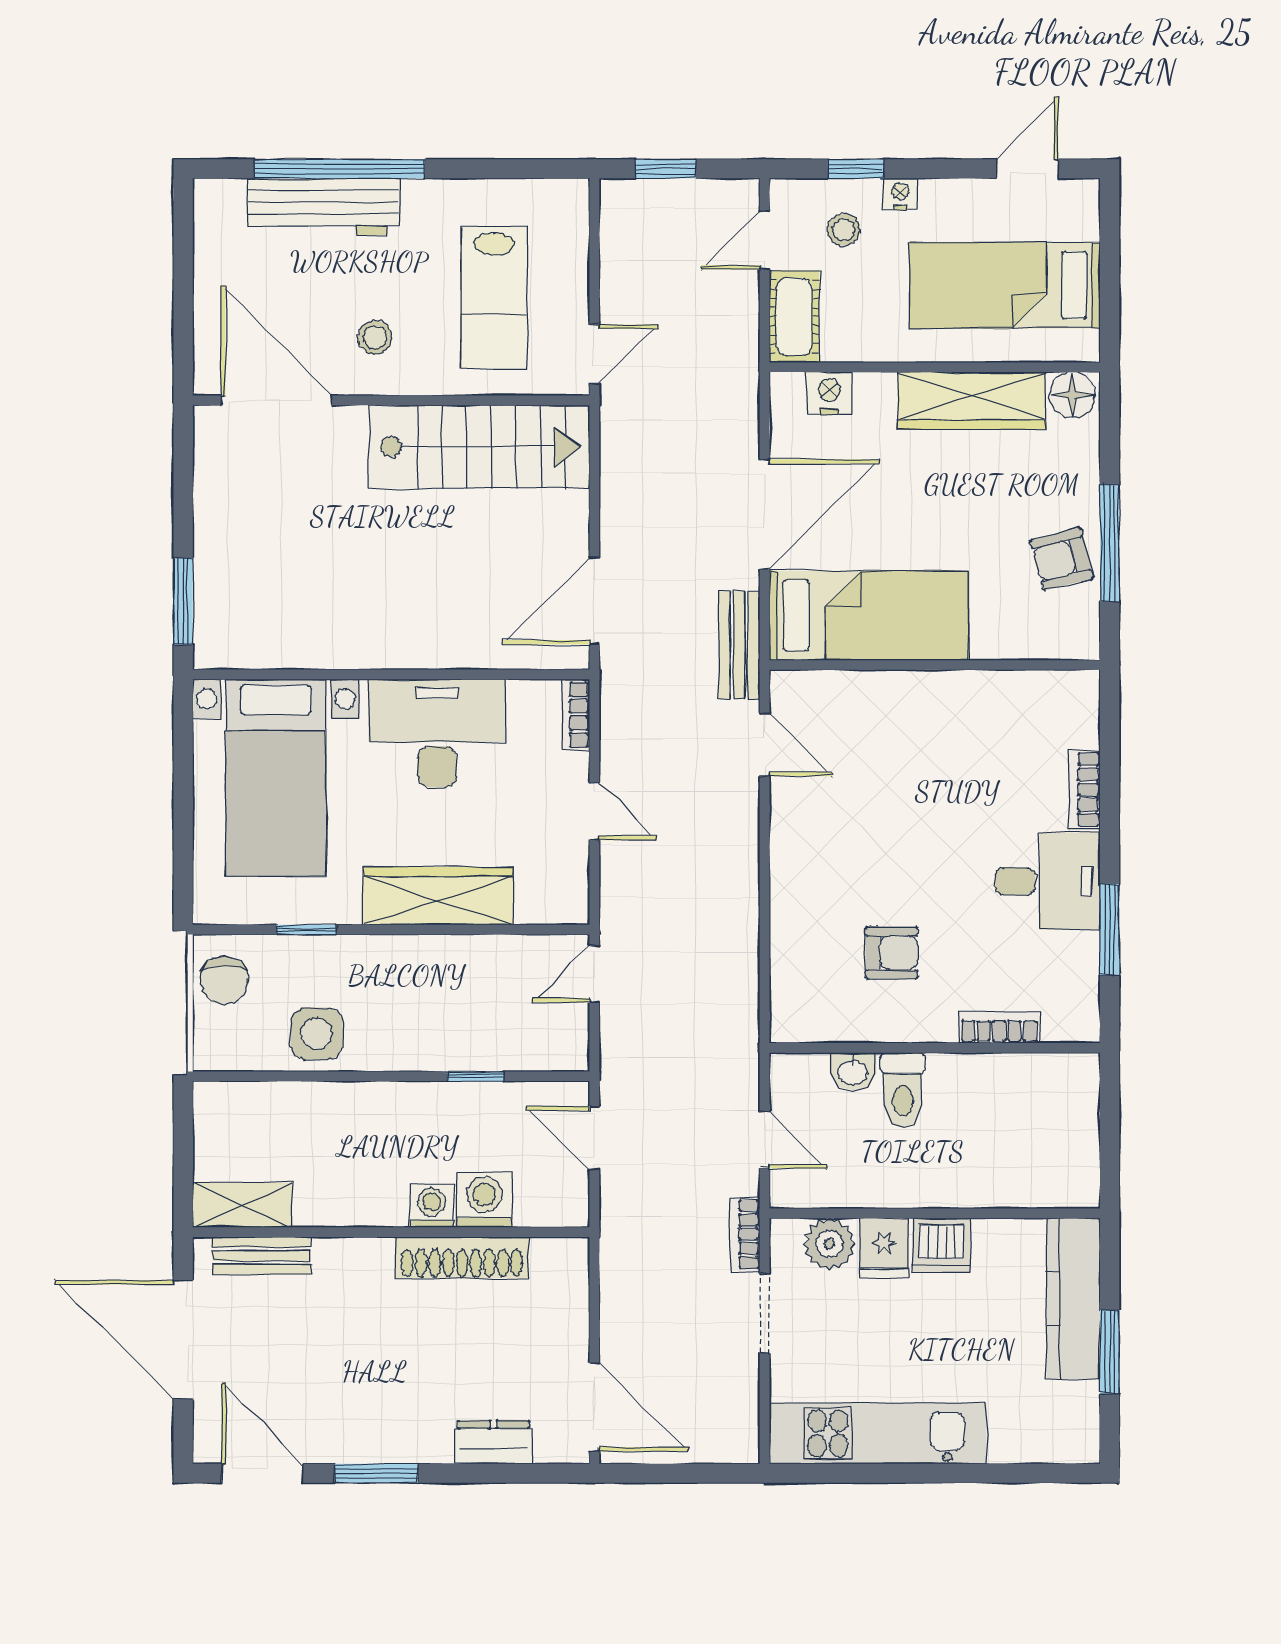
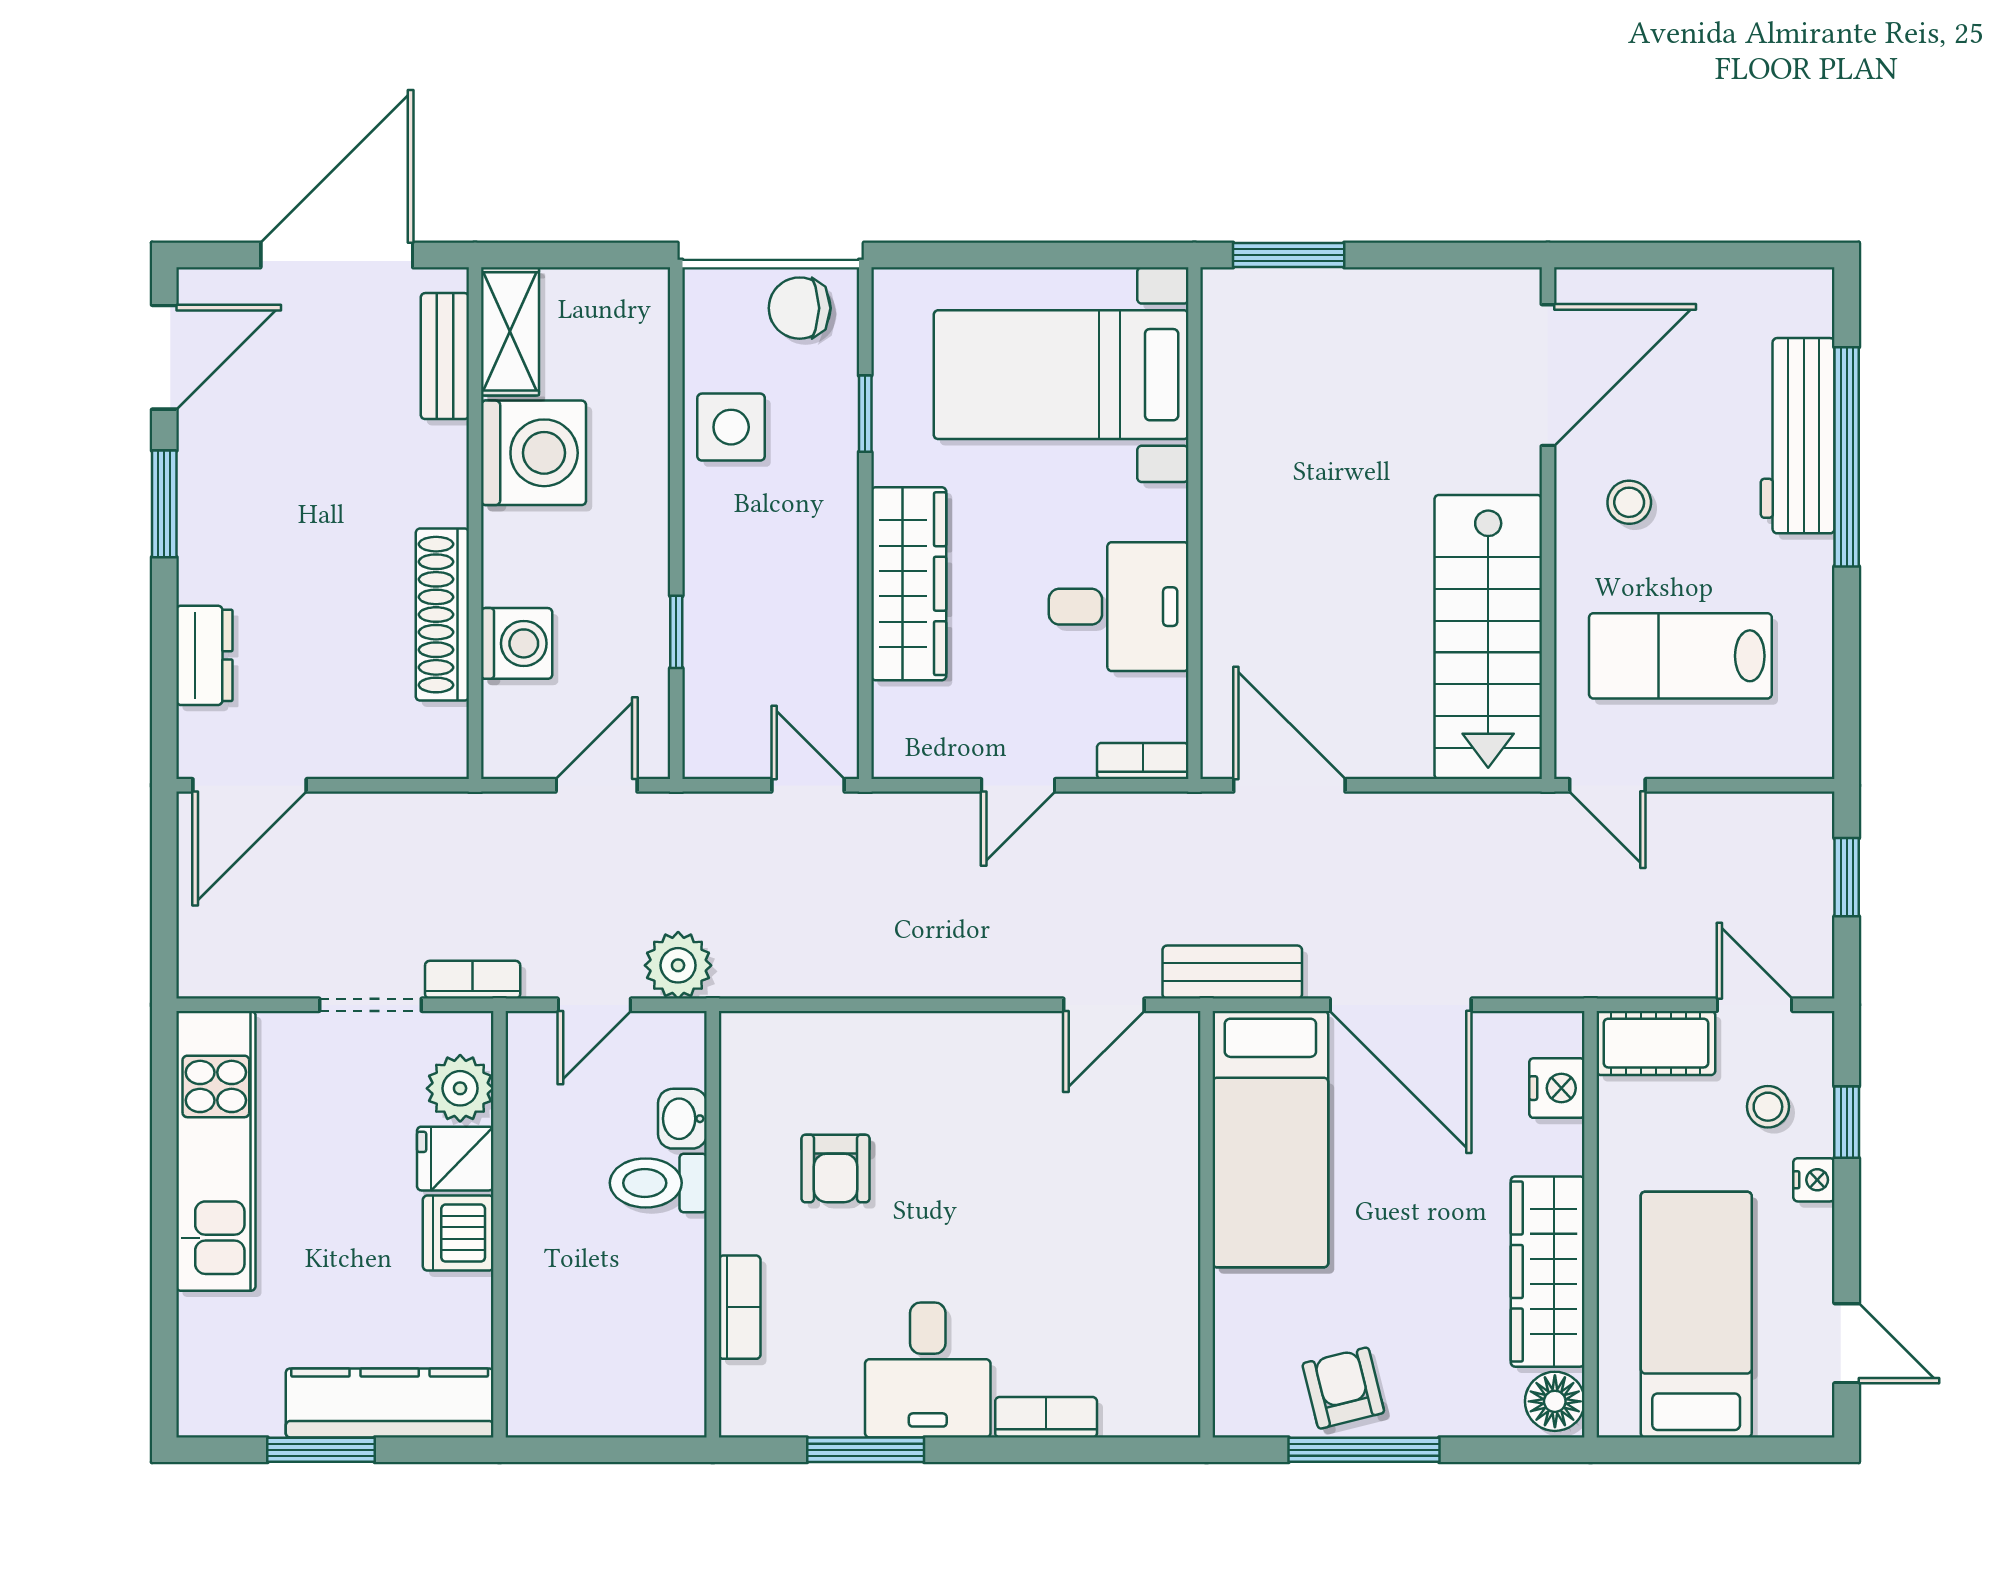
desk: (437, 733) -> (1119, 607), width x0.73
plant: (734, 1075) -> (678, 965), added
washing machine: (432, 1206) -> (534, 453), moved, width x1.89, depth x1.89

